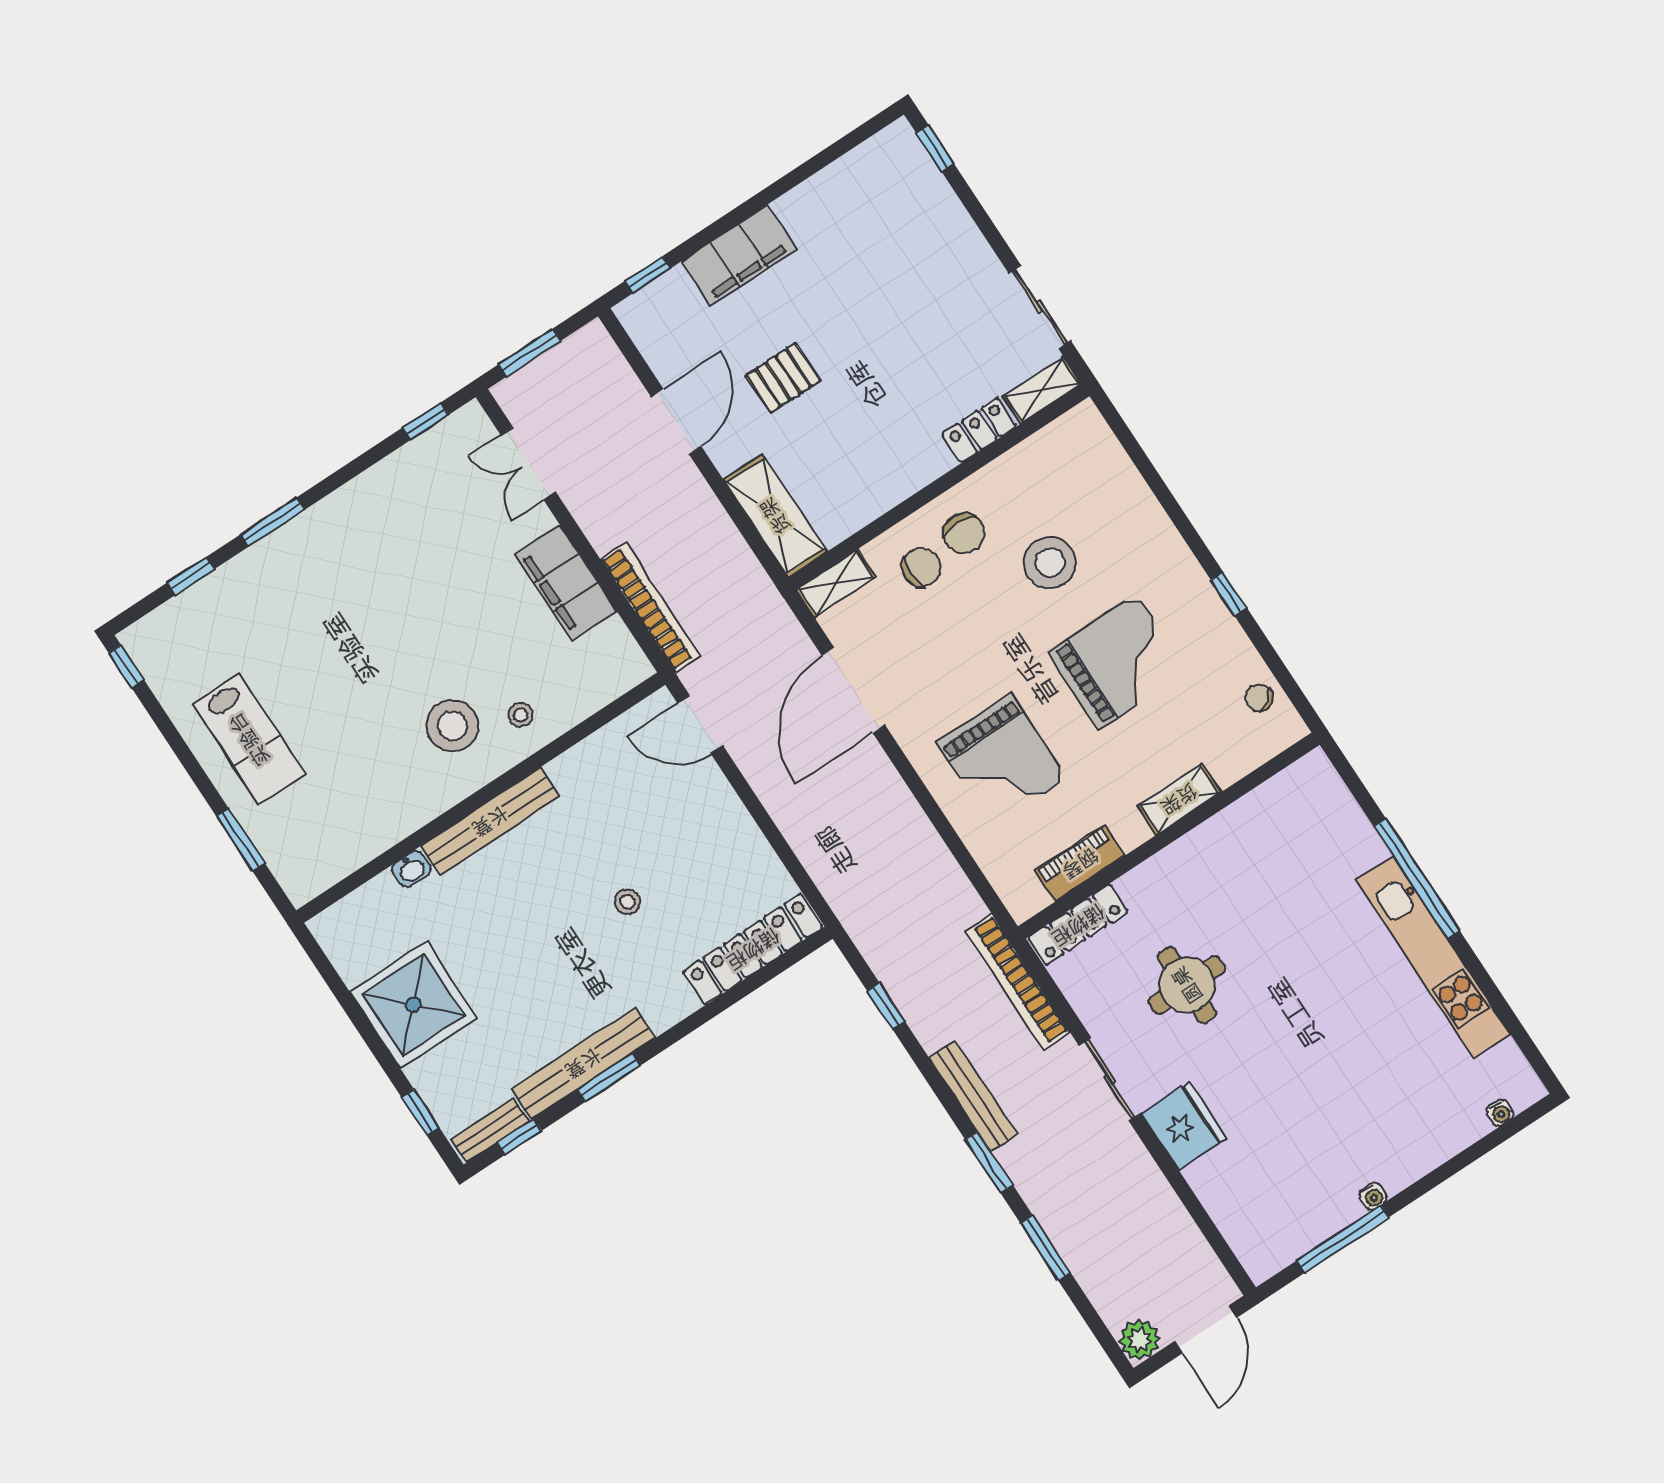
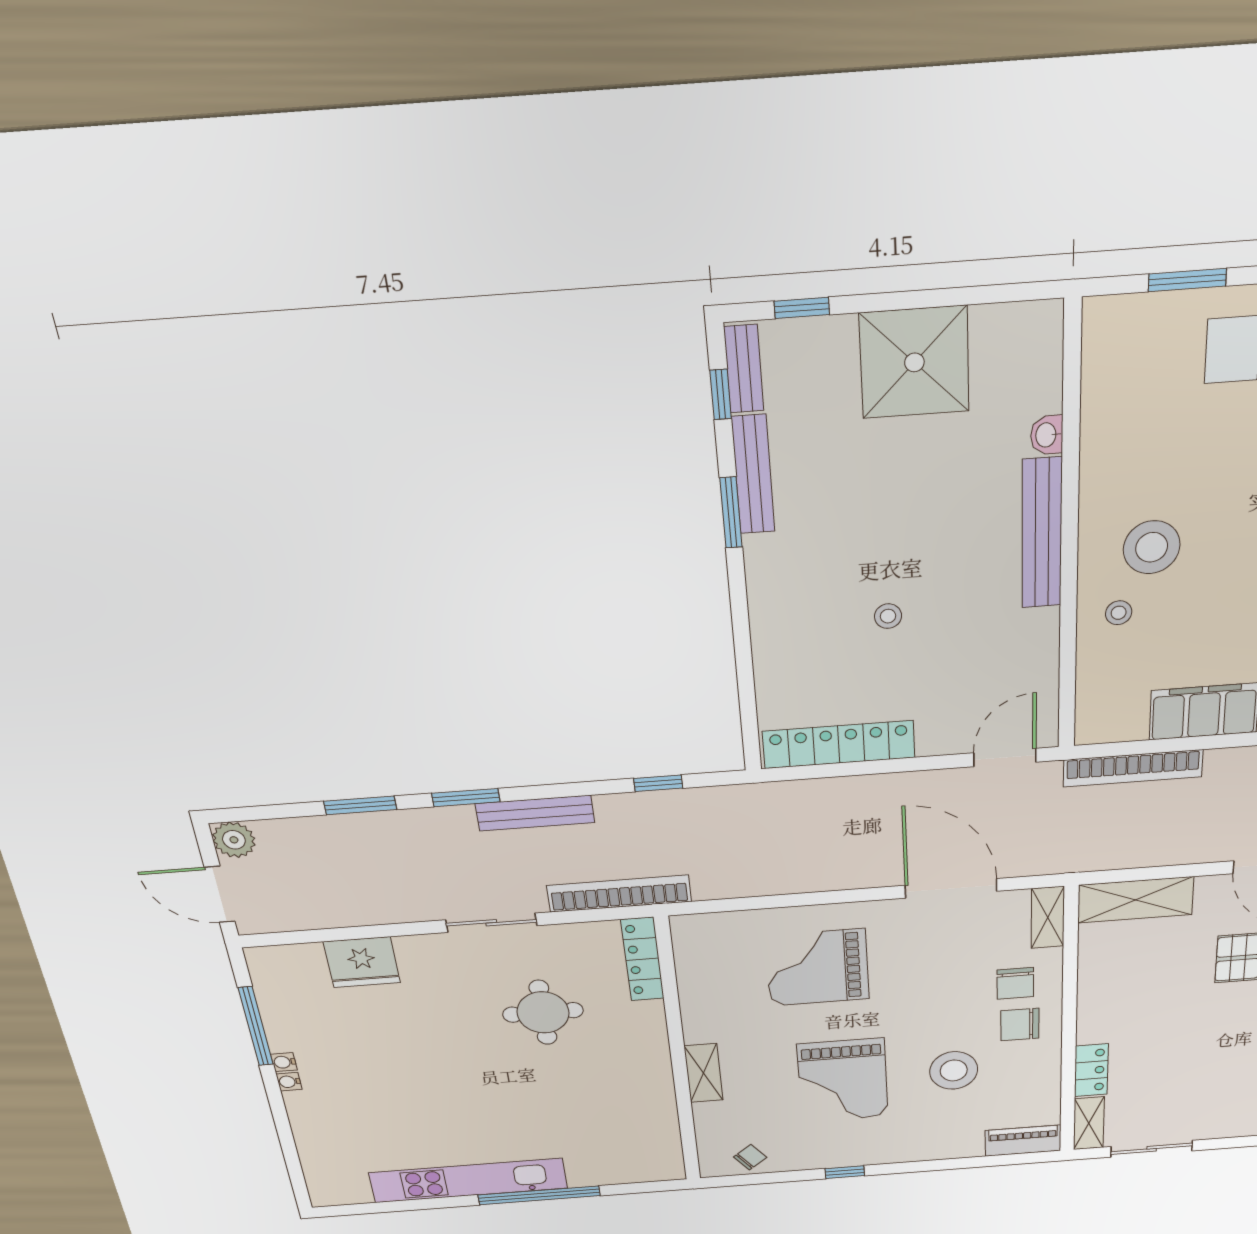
piano: (1080, 863) -> (1023, 1141), moved, turned -90
locker: (753, 949) -> (839, 744), moved, turned -90
bench: (583, 1063) -> (753, 475), width x0.73, depth x0.82
water cooler: (1500, 1113) -> (289, 1082), moved
fridge: (1184, 1126) -> (362, 962), moved

